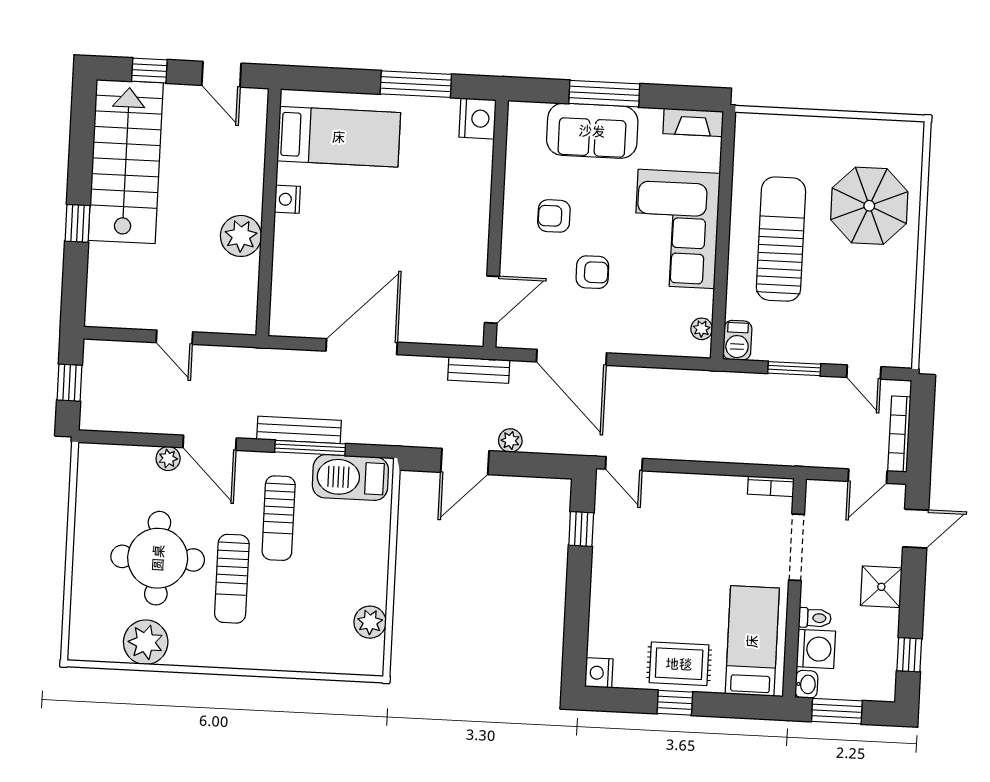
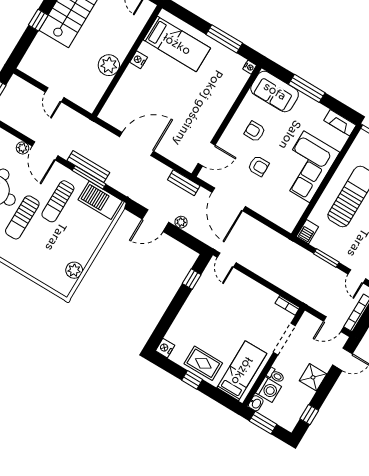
nightstand: (478, 118) -> (250, 67), width x0.53, depth x0.56
sofa: (592, 131) -> (275, 91), moved
plant: (702, 329) -> (294, 218), removed

